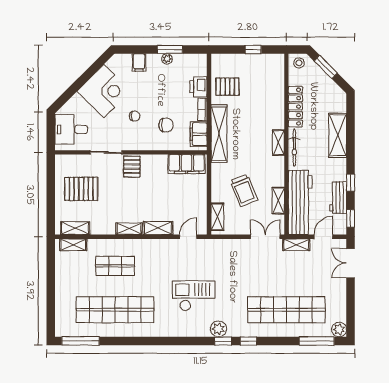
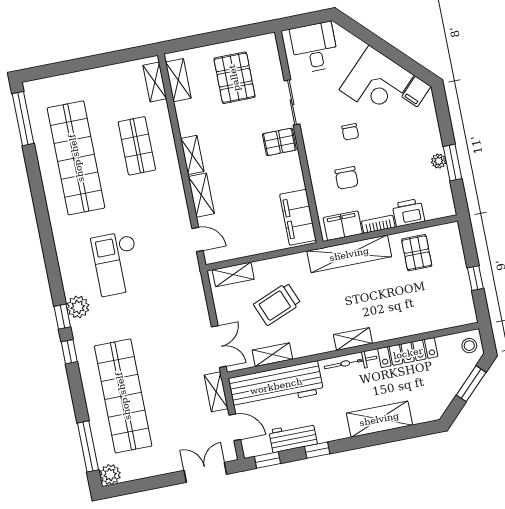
filing cabinet: (139, 62) -> (416, 92), moved, turned -45
checkout: (194, 296) -> (117, 264), turned 180

